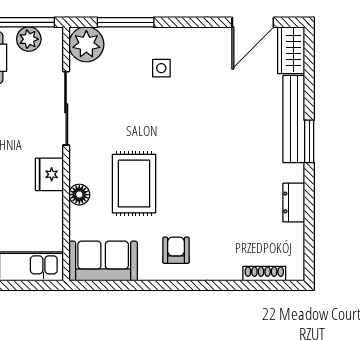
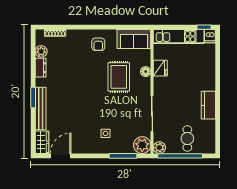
plant: (29, 39) -> (159, 148), moved
fridge: (49, 174) -> (160, 68), moved
plant: (293, 236) -> (41, 51), added

